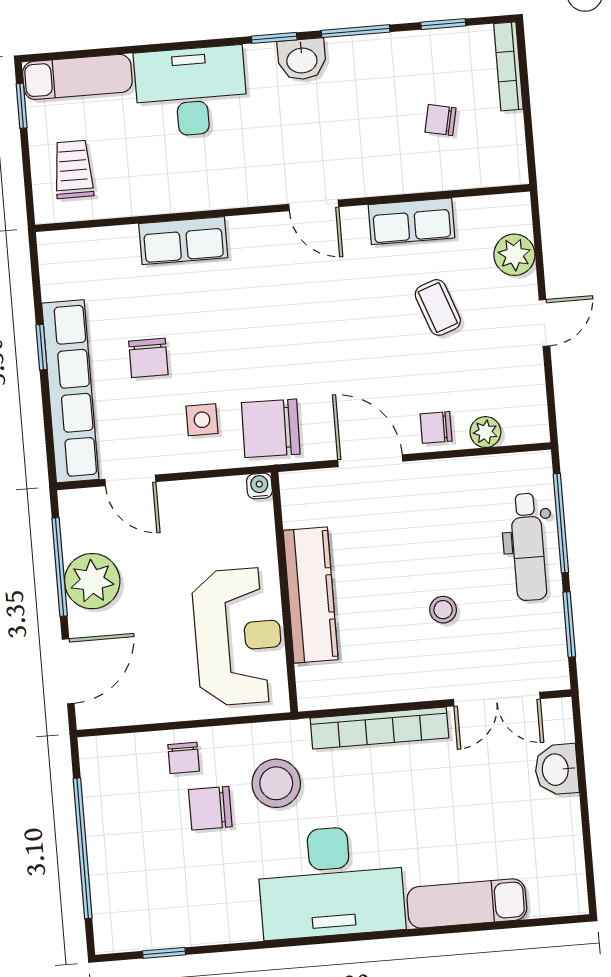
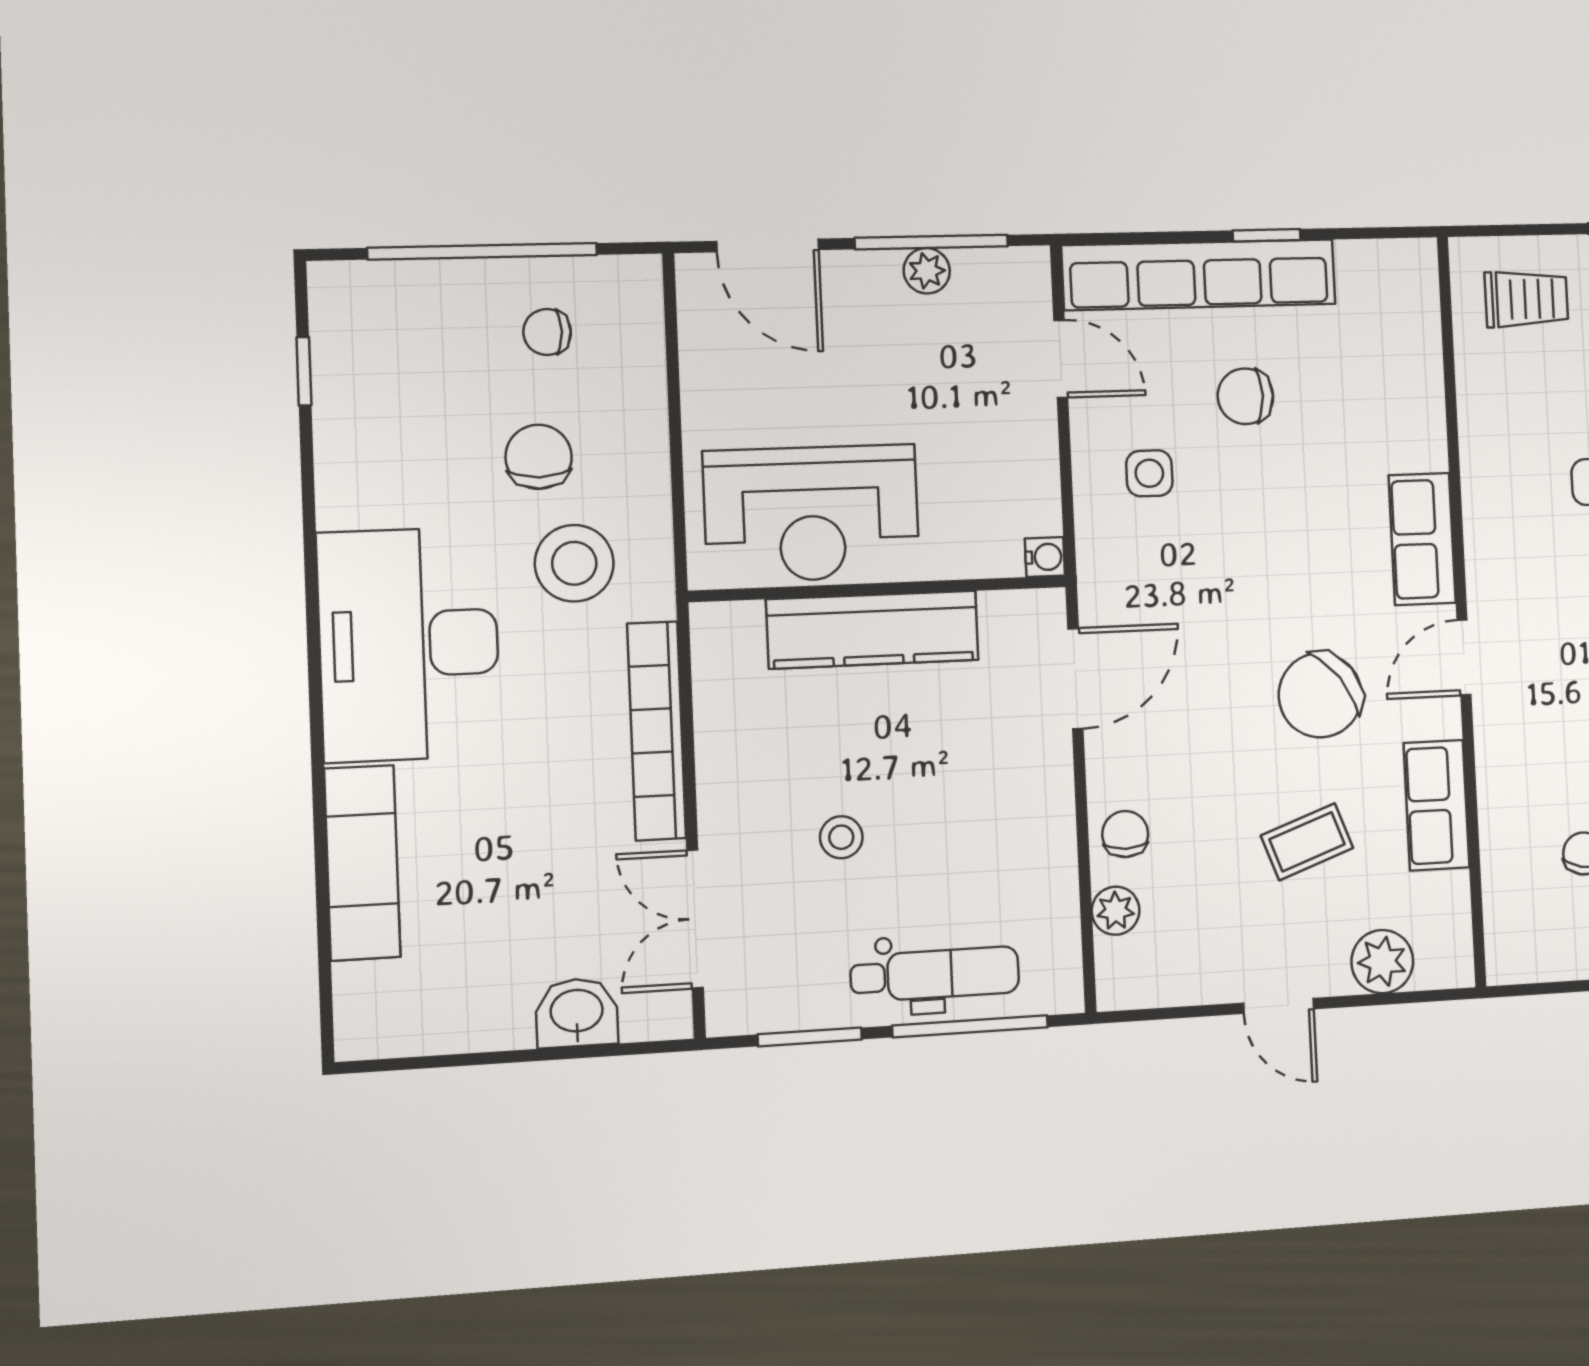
row of seats: (183, 241) -> (1422, 539), moved
chair: (271, 428) -> (1320, 695), moved, turned -128
door: (370, 461) -> (1075, 679), moved
door: (130, 480) -> (1061, 359), swing flipped
dental chair: (528, 547) -> (935, 974), turned 180
plant: (92, 581) -> (927, 271), width x0.53, depth x0.53
chair: (184, 758) -> (547, 332), moved

